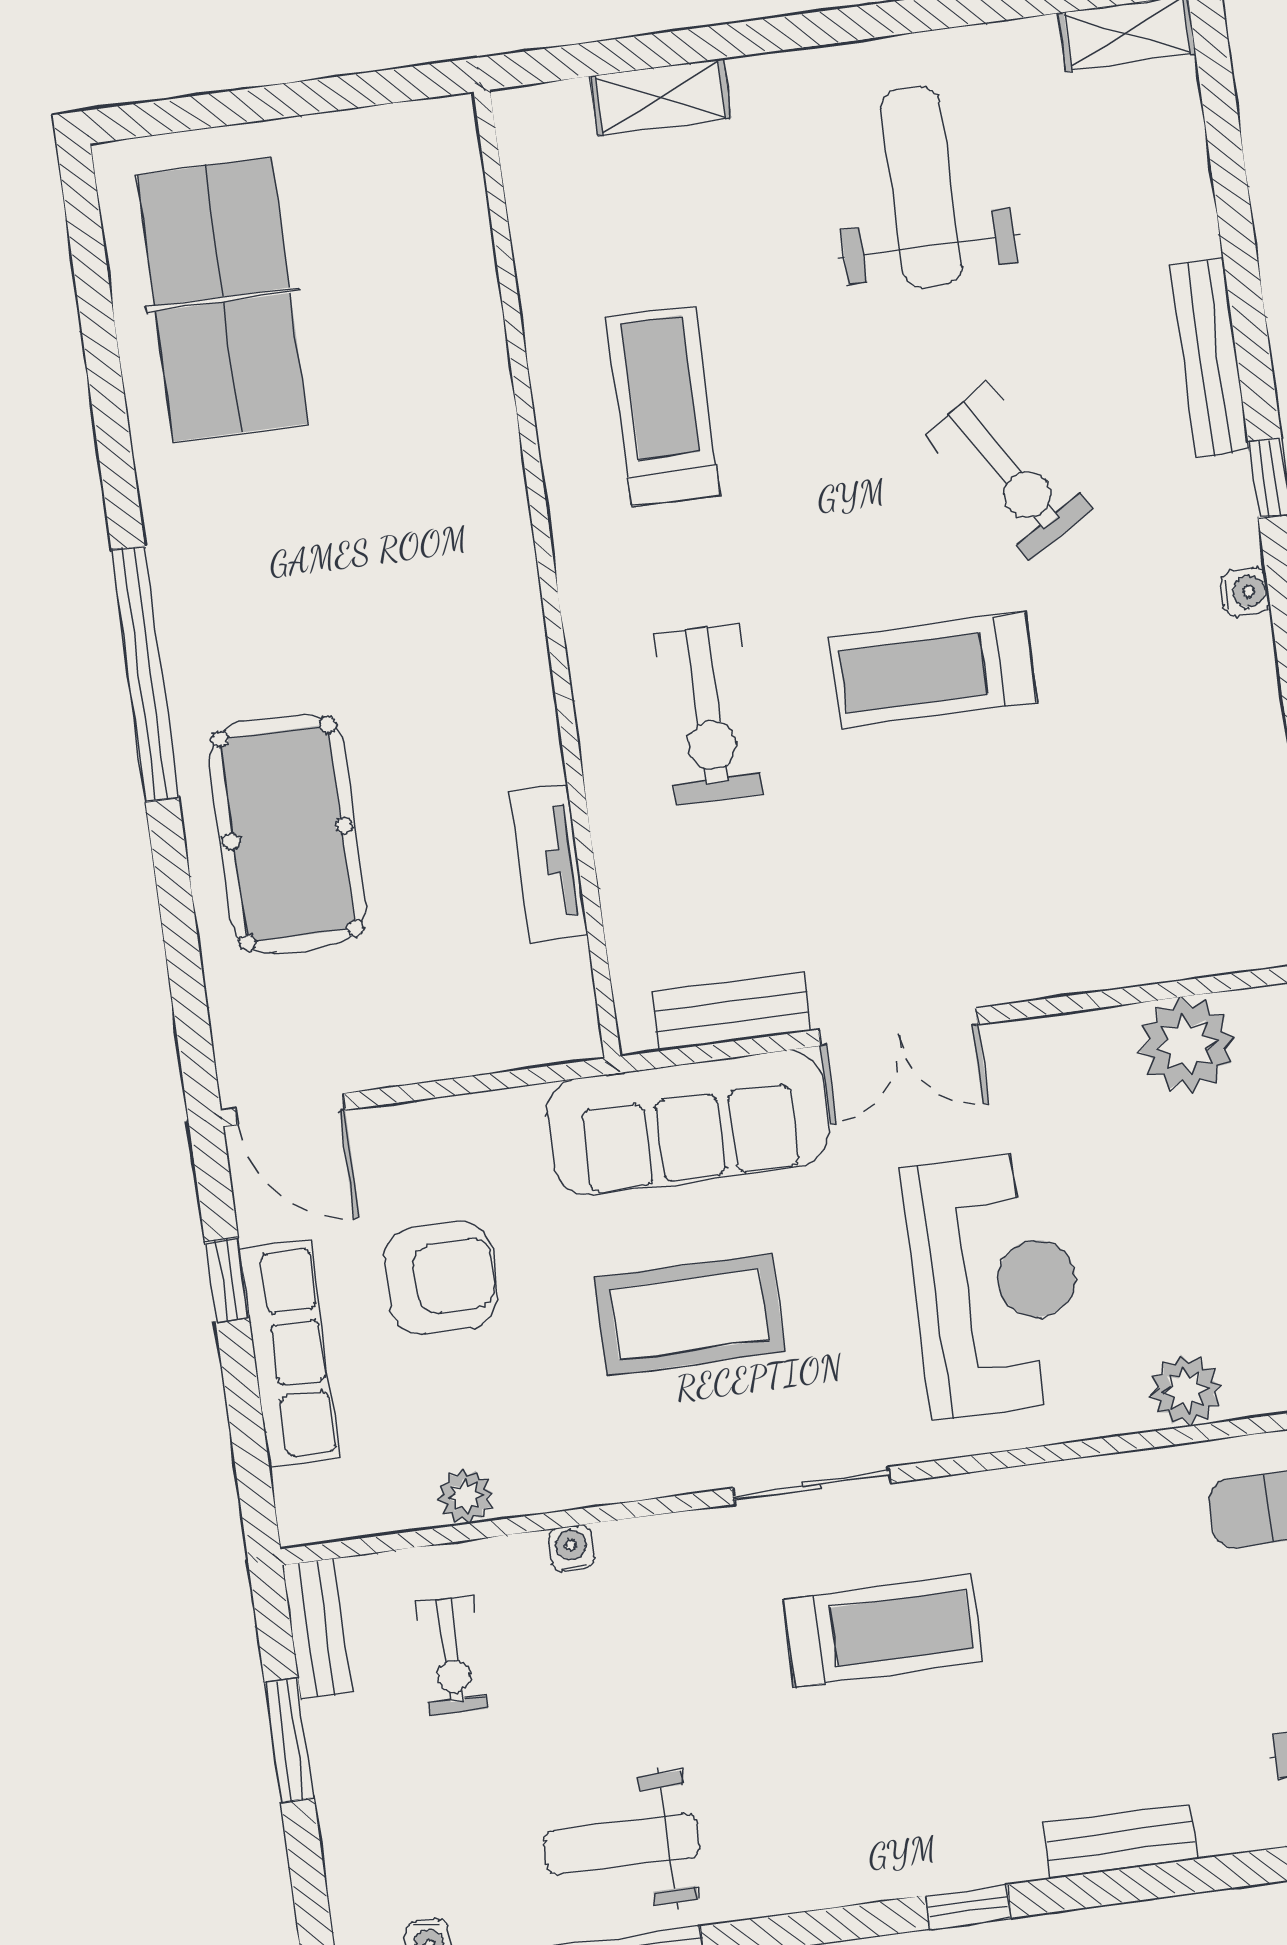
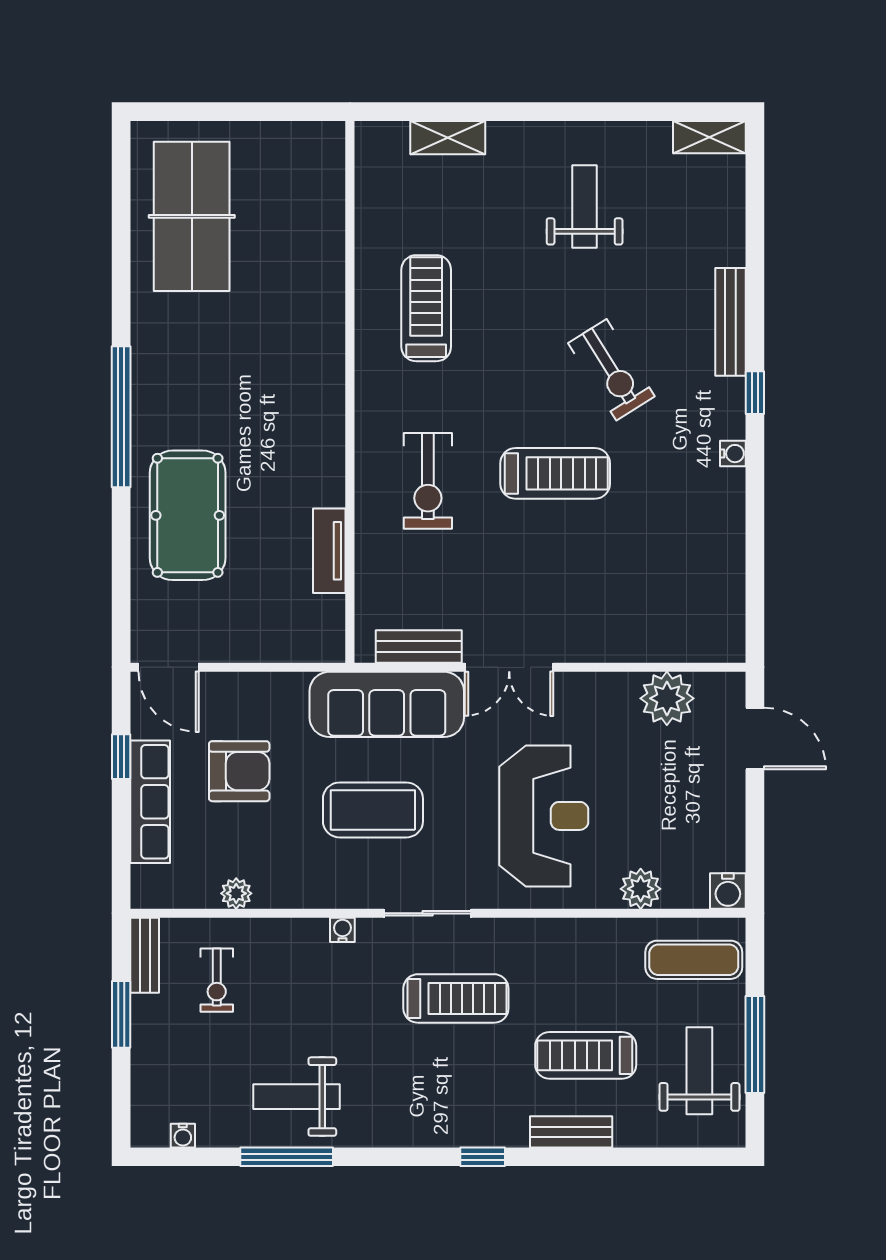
weight bench: (921, 187) -> (585, 207), width x0.73, depth x0.75
treadmill: (933, 670) -> (555, 473), turned 180
water cooler: (571, 1548) -> (342, 930), moved
treadmill: (1128, 1701) -> (586, 1055), added

